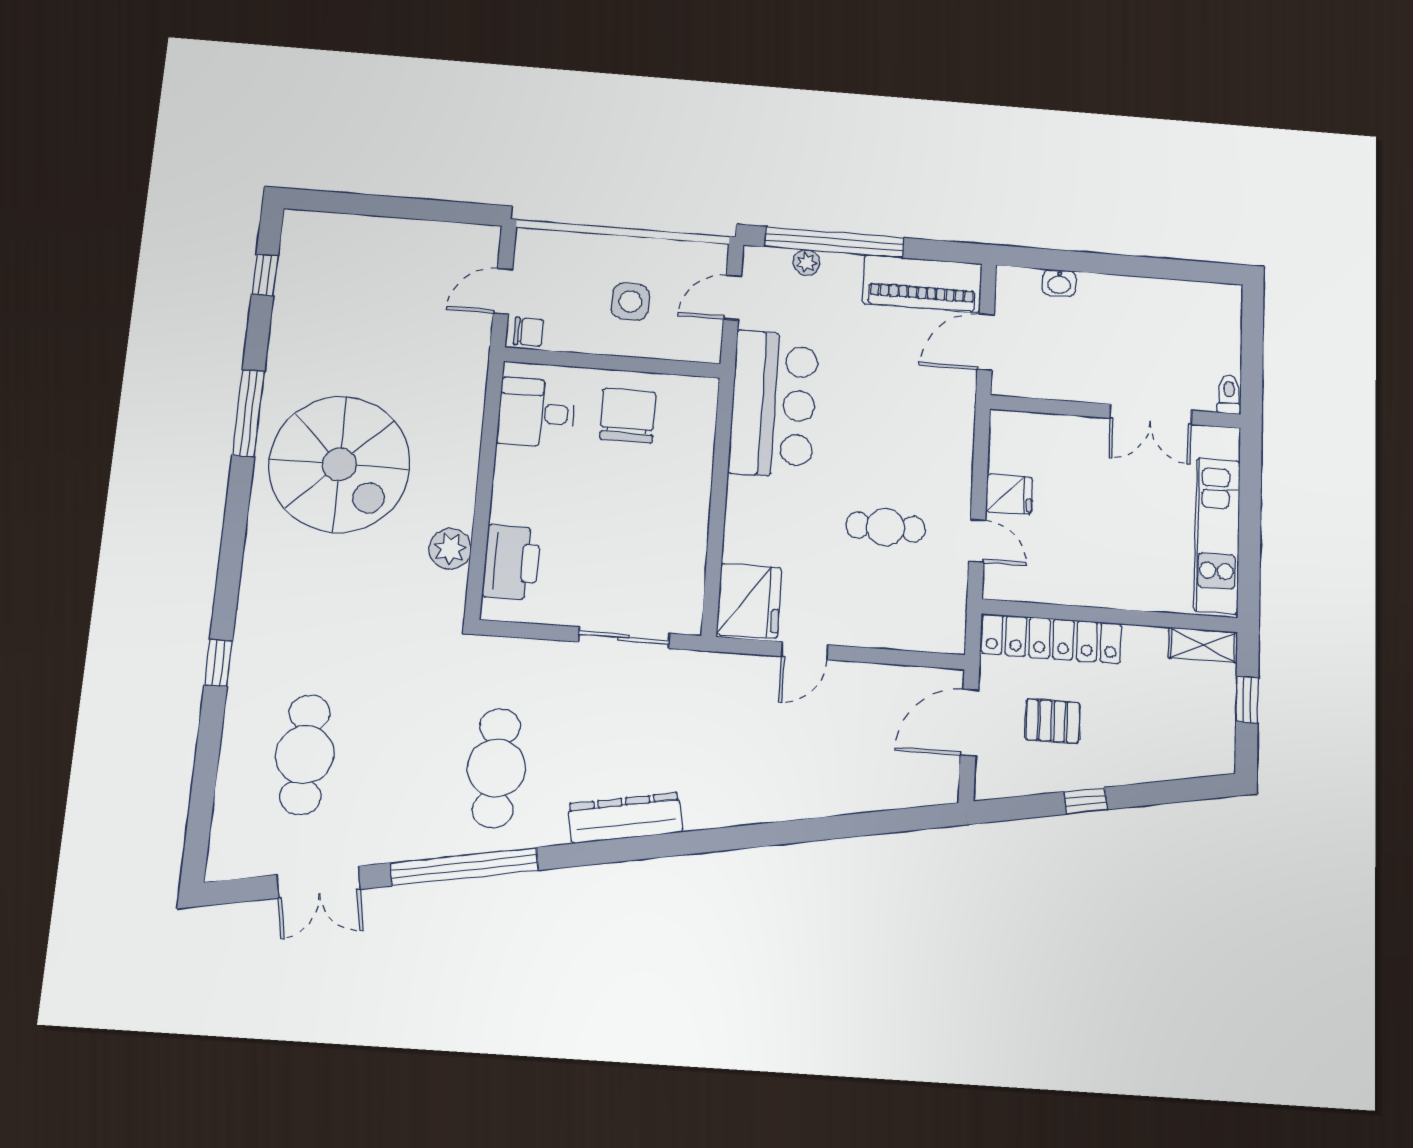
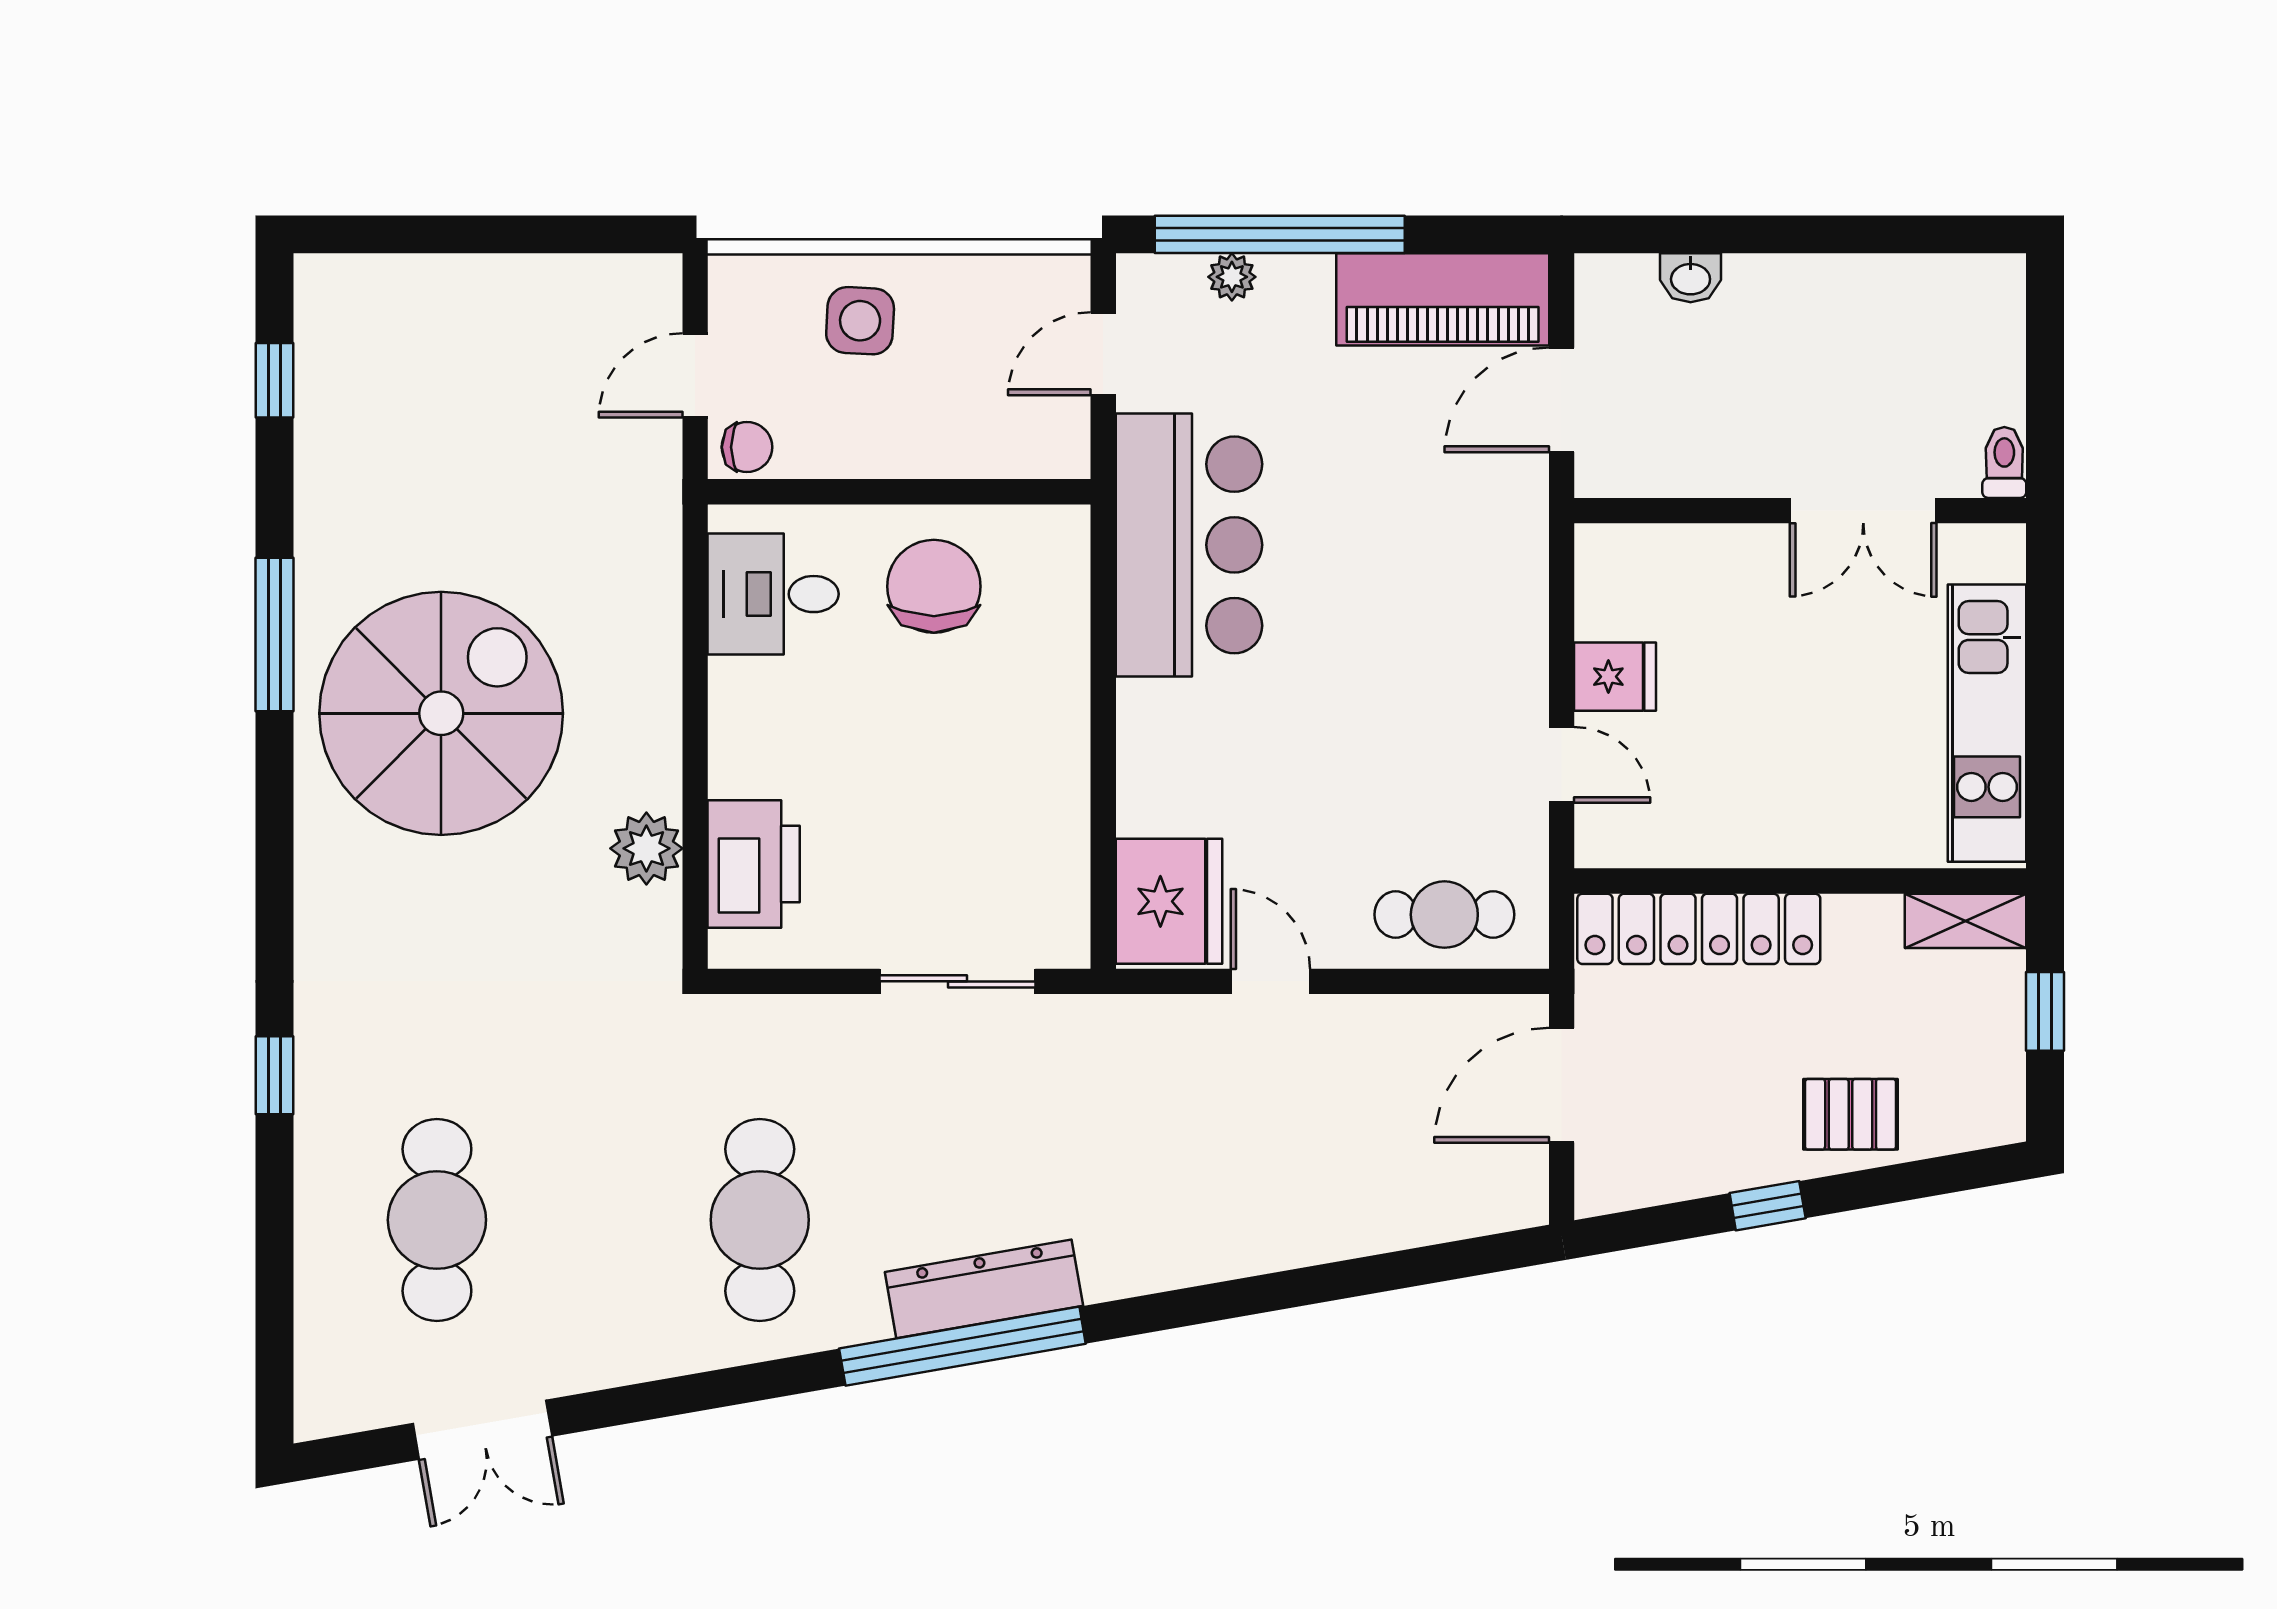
side table: (630, 302) -> (860, 321), moved
spiral stairs: (339, 464) -> (441, 713), turned -90
cafe table: (885, 527) -> (1444, 915), moved
door: (805, 651) -> (1270, 981), swing flipped
pallet: (1052, 721) -> (1851, 1114), moved
window: (464, 867) -> (962, 1346), moved

